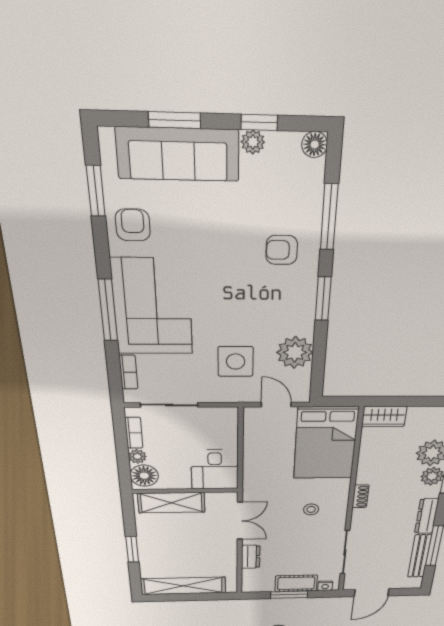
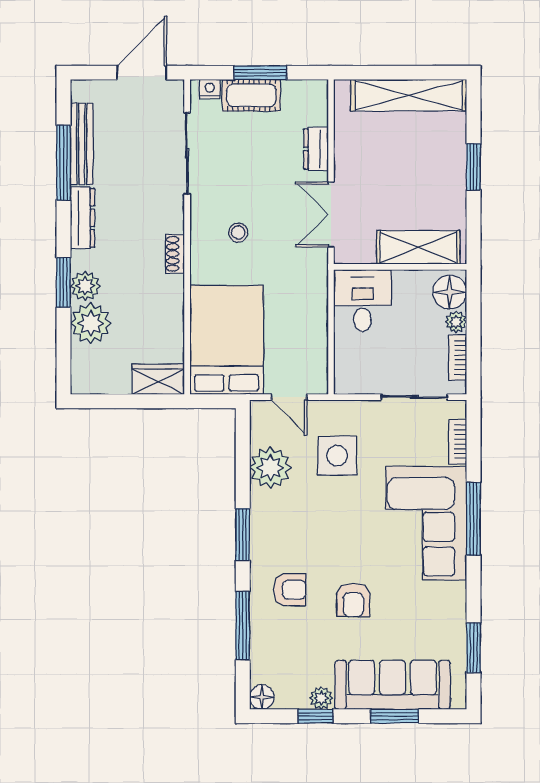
armchair: (133, 225) -> (353, 600), moved

